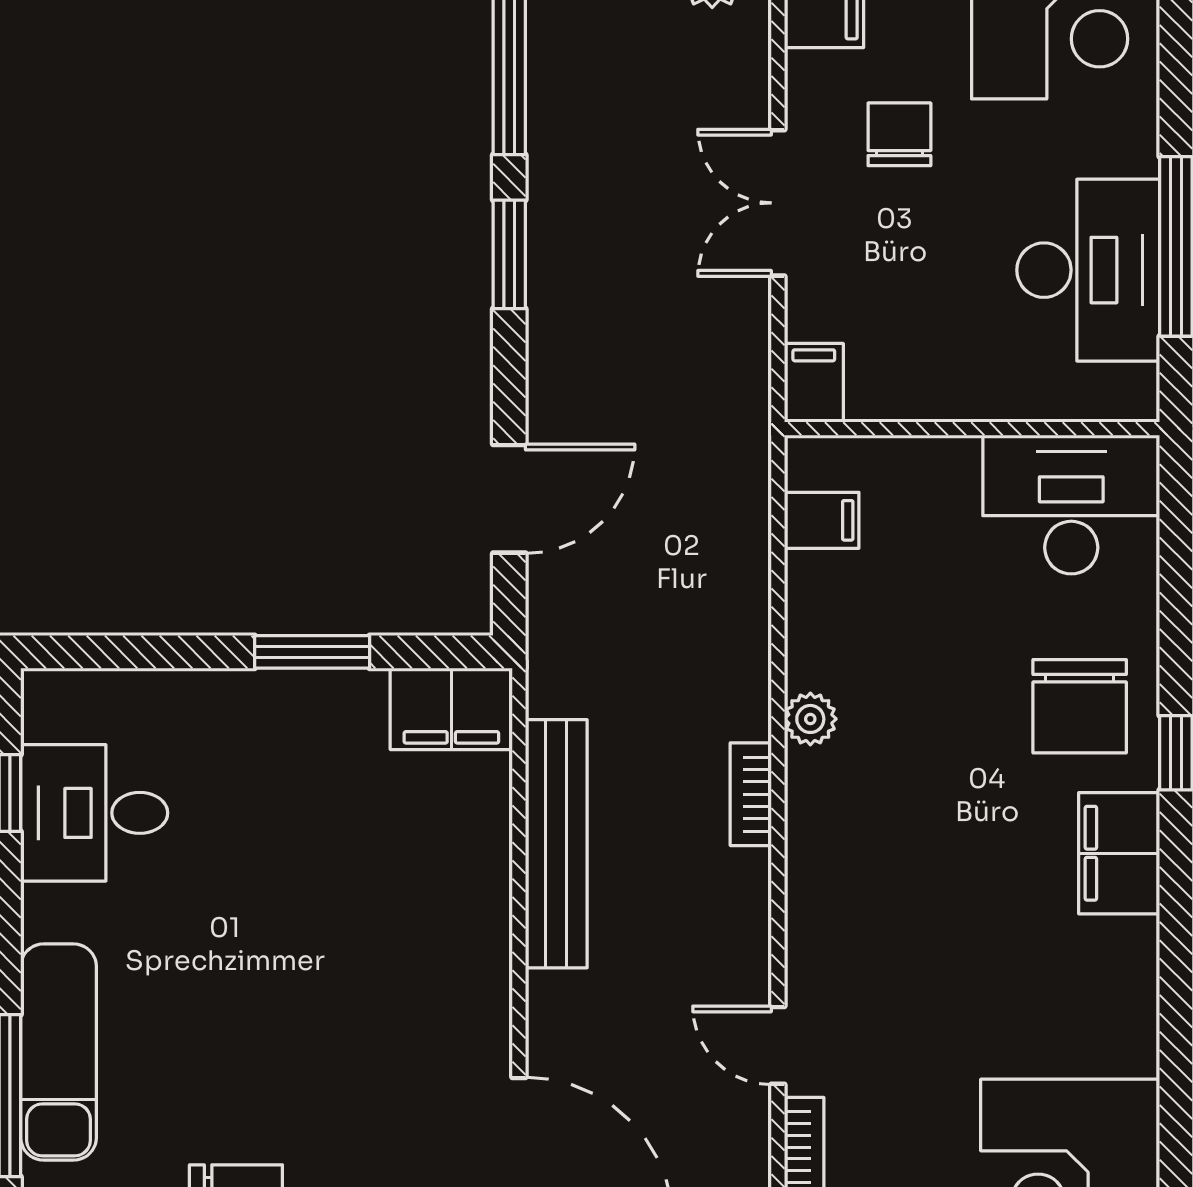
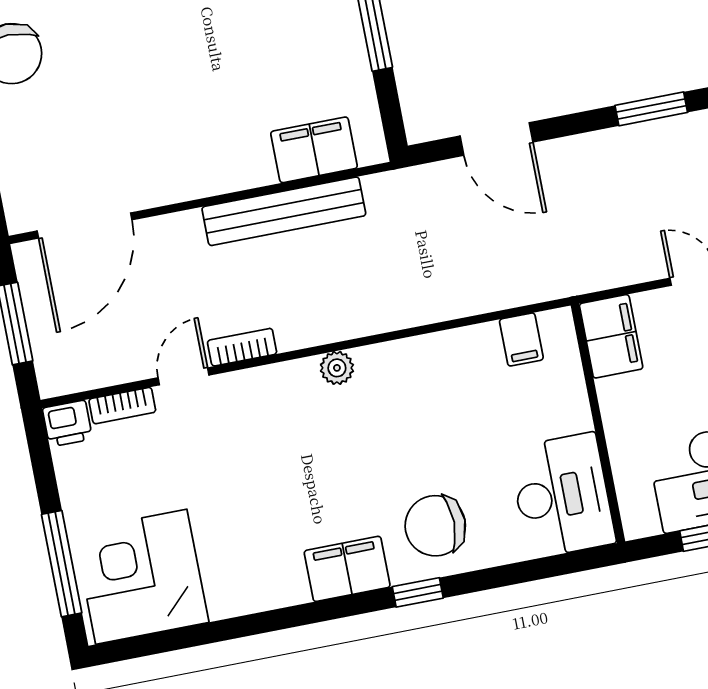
filing cabinet: (814, 383) -> (611, 336), width x2.00
filing cabinet: (451, 709) -> (314, 150), moved, turned 90
plant: (810, 719) -> (337, 368), moved
bookcase: (751, 794) -> (242, 347), moved

